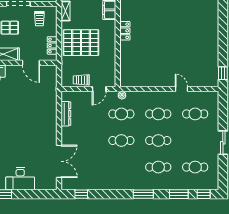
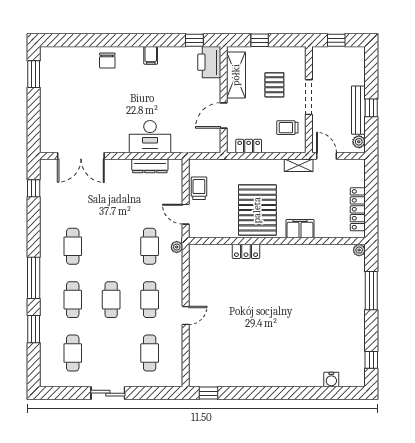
locker: (125, 31) -> (246, 251), moved
pallet: (81, 43) -> (257, 210), moved
door: (181, 89) -> (186, 315), moved
cafe table: (121, 141) -> (73, 246), moved
desk: (20, 179) -> (150, 137), moved, turned -90
window: (143, 194) -> (34, 278), width x1.44
window: (204, 194) -> (34, 365), removed

